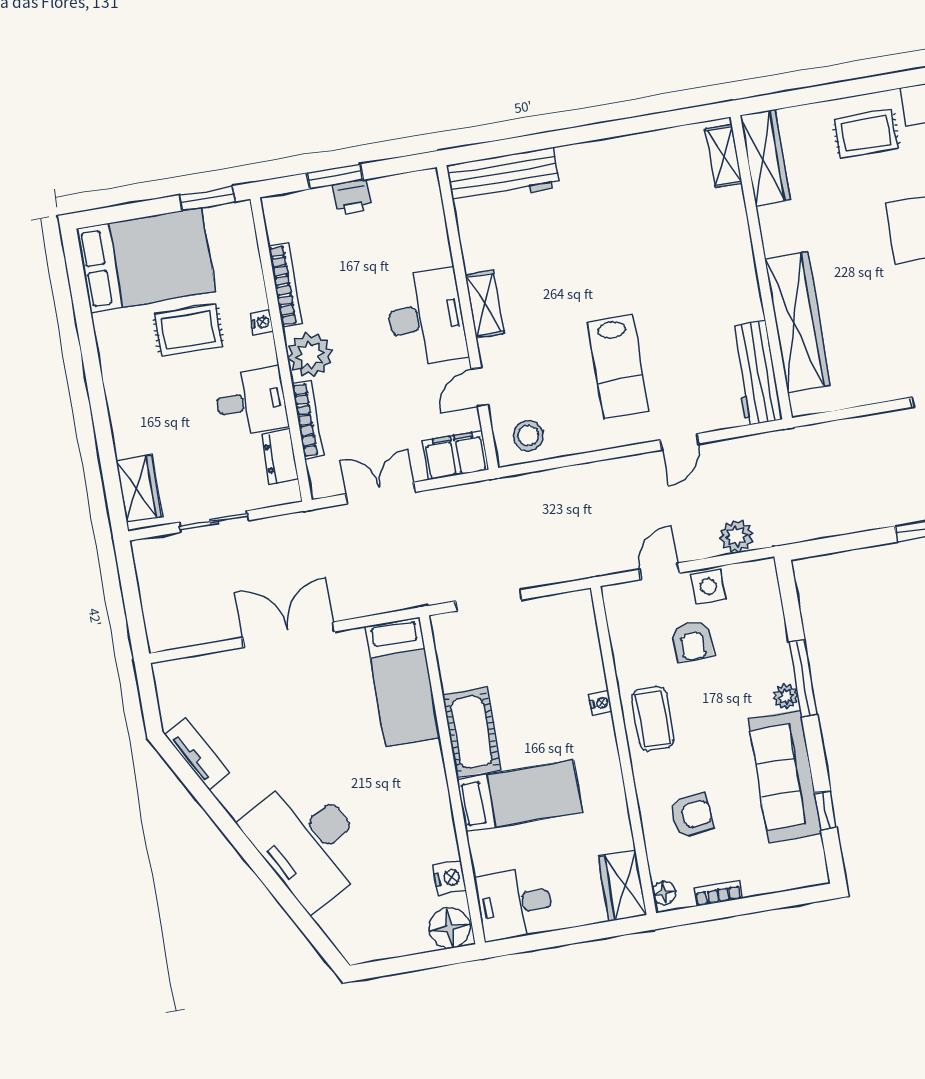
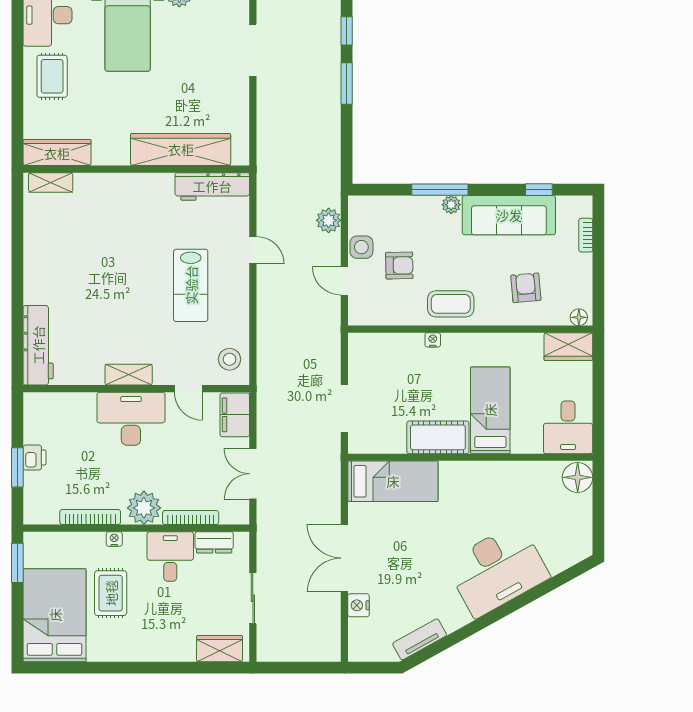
lab bench: (618, 367) -> (191, 285), turned 90
nightstand: (450, 878) -> (359, 605), moved, turned -90
bookcase: (718, 893) -> (586, 235), moved

